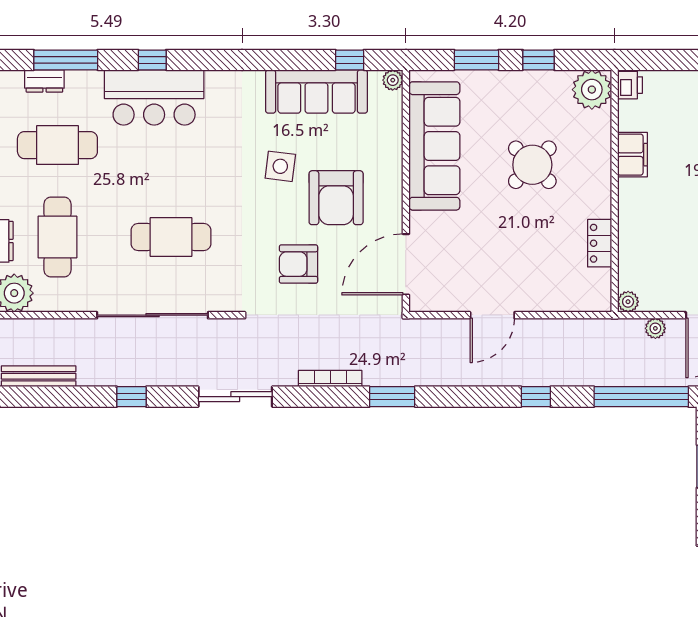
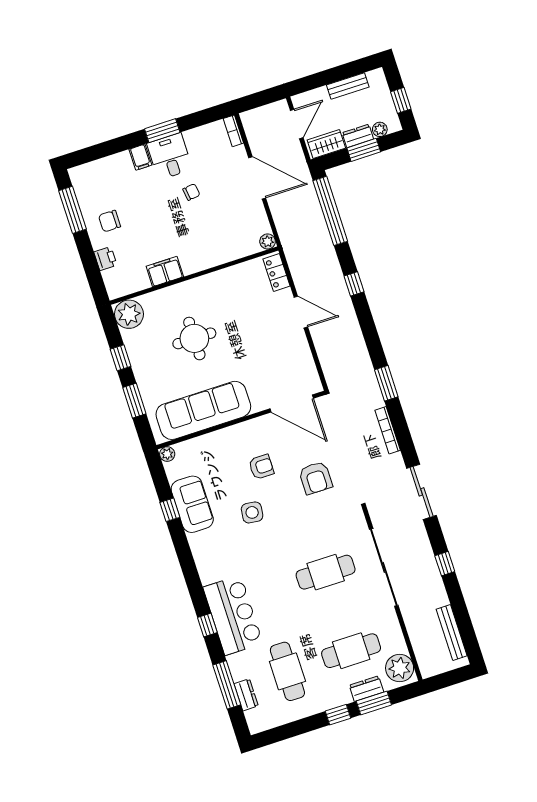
window: (350, 60) -> (170, 510), moved
printer: (630, 85) -> (105, 259), moved, turned 90
sofa: (316, 92) -> (192, 504), width x0.73
round table: (532, 165) -> (194, 338), turned 45
armchair: (336, 198) -> (261, 467), width x0.53, depth x0.53
cafe table: (171, 237) -> (326, 572), turned 90
locker: (600, 243) -> (277, 273), moved, turned 90
door: (492, 315) -> (301, 312), moved
plant: (655, 328) -> (280, 217), removed

